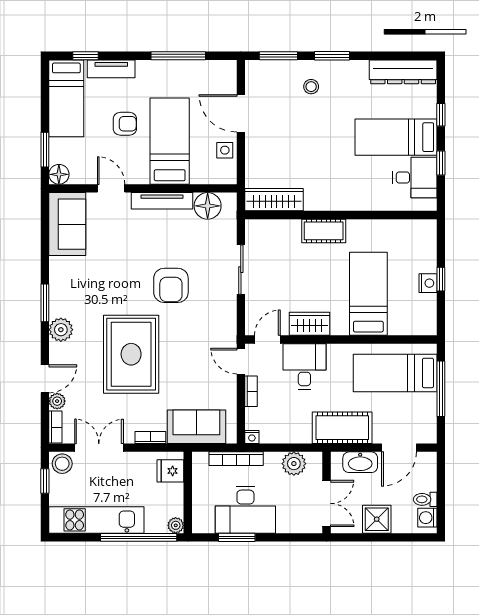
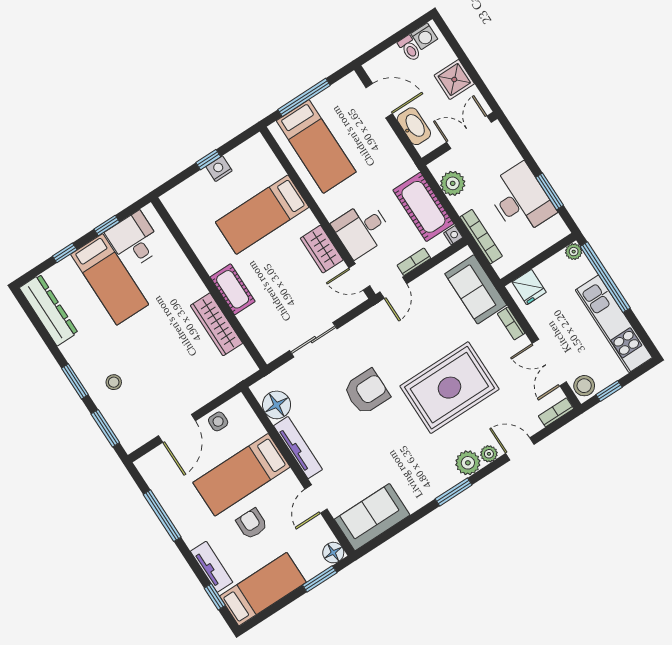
wardrobe: (274, 200) -> (216, 324), moved
plant: (57, 401) -> (489, 454), moved
cot: (342, 428) -> (423, 207), moved

